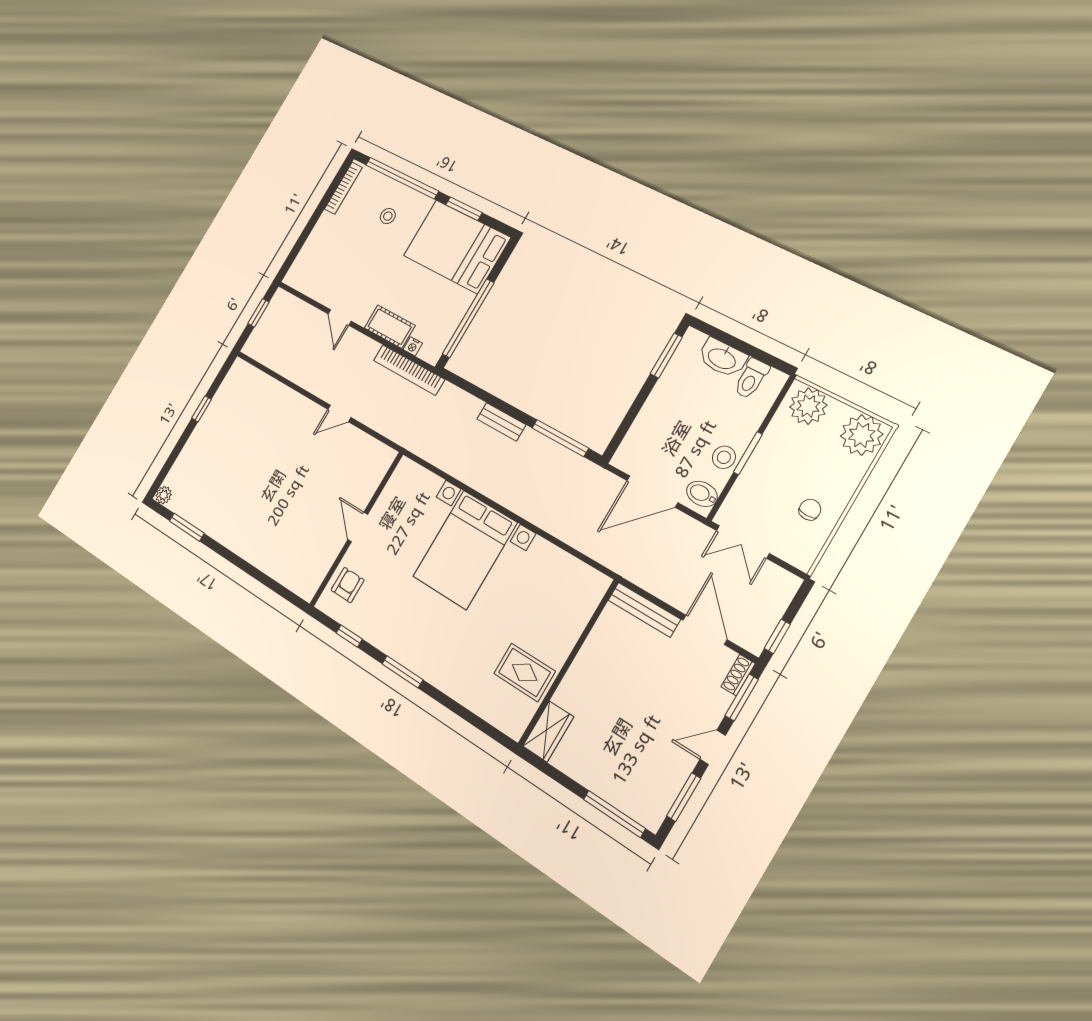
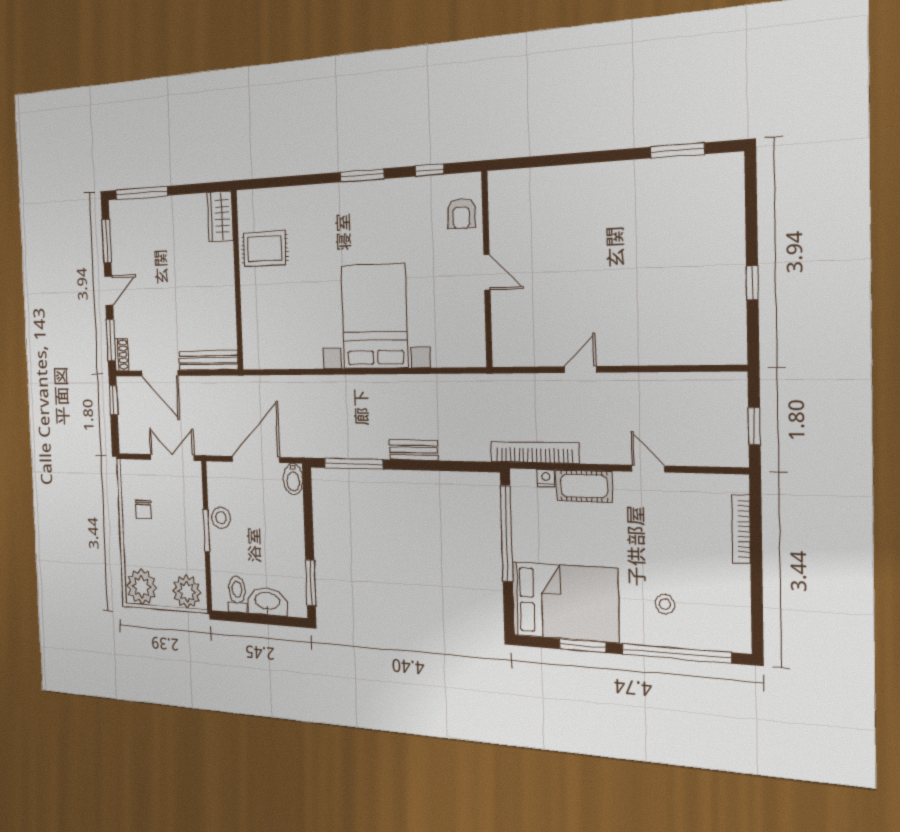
bookcase: (343, 188) -> (741, 529), moved
bidet: (702, 494) -> (293, 479), moved, turned 90
plant: (164, 495) -> (733, 164), removed

